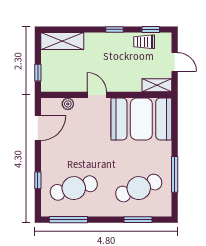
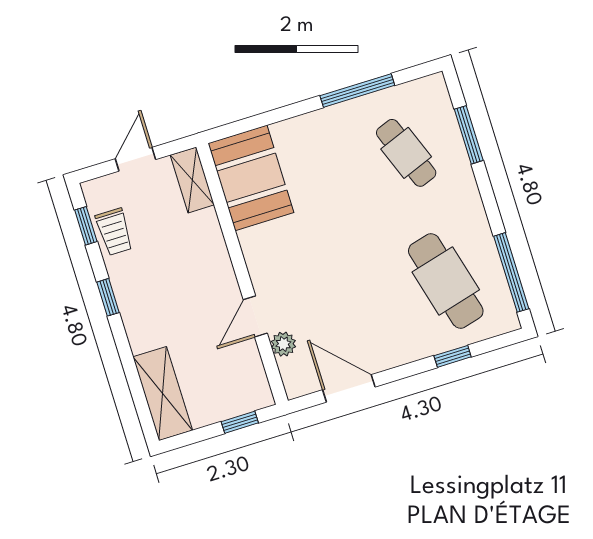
door: (97, 95) -> (255, 316), moved
booth: (141, 119) -> (251, 178), width x0.73, depth x0.70
cafe table: (139, 188) -> (406, 153), width x0.73, depth x0.74

